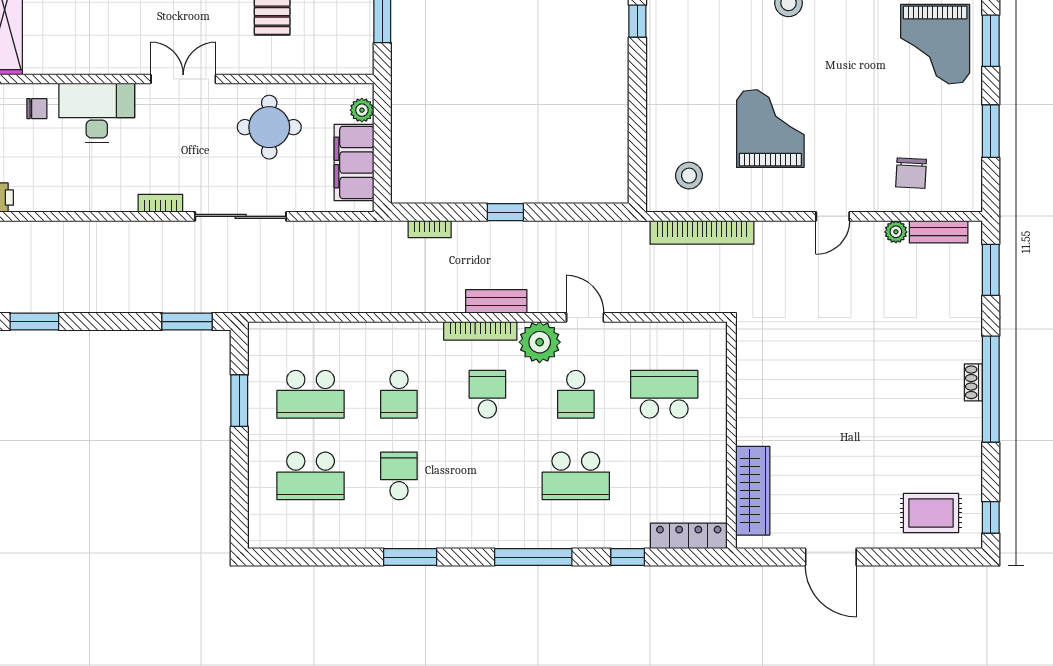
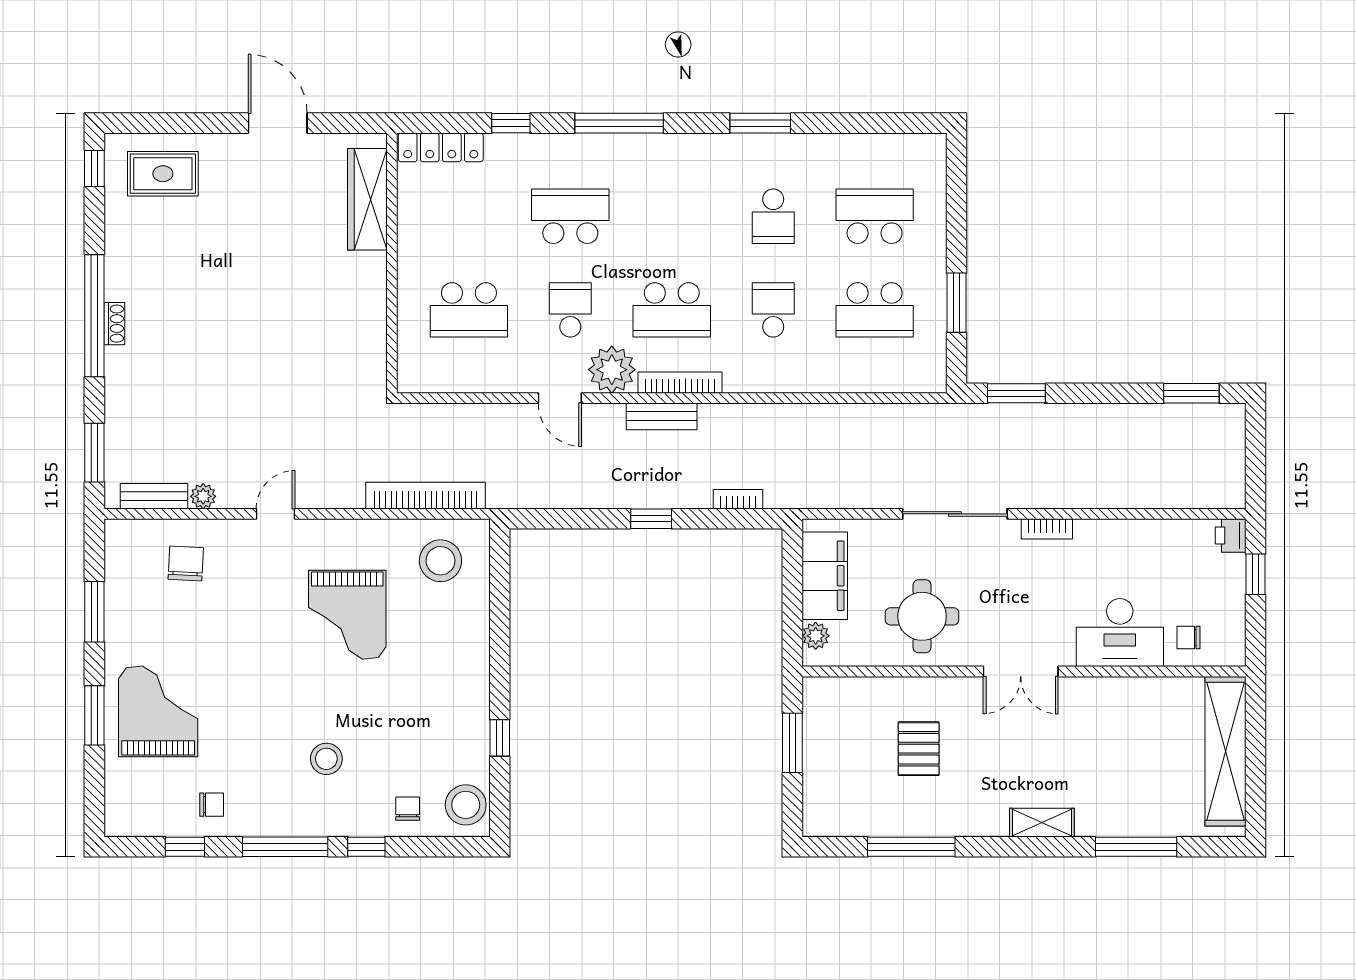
stool: (689, 176) -> (440, 561), width x1.38, depth x1.38
school desk: (311, 394) -> (875, 310), turned 180
school desk: (487, 394) -> (672, 310), width x1.85

